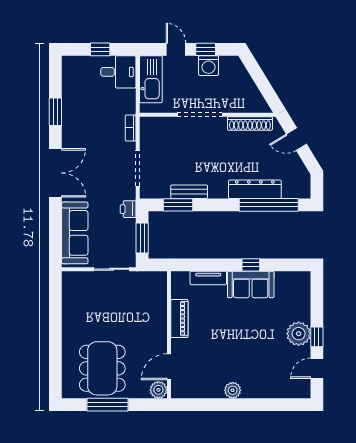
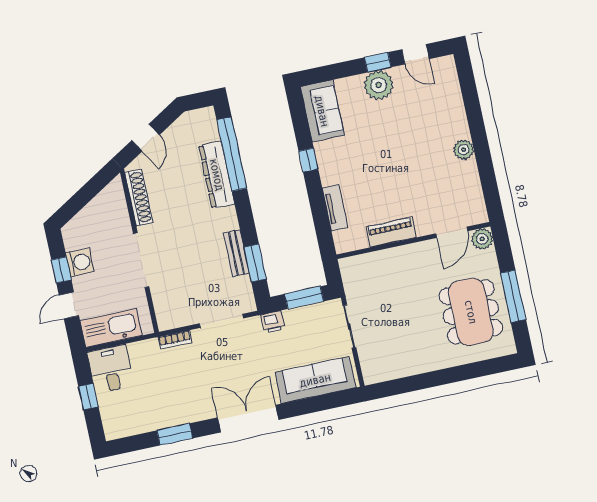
sofa: (251, 284) -> (322, 111), moved
door: (169, 367) -> (452, 232), hinge flipped
dining table: (102, 368) -> (471, 312), turned 90

